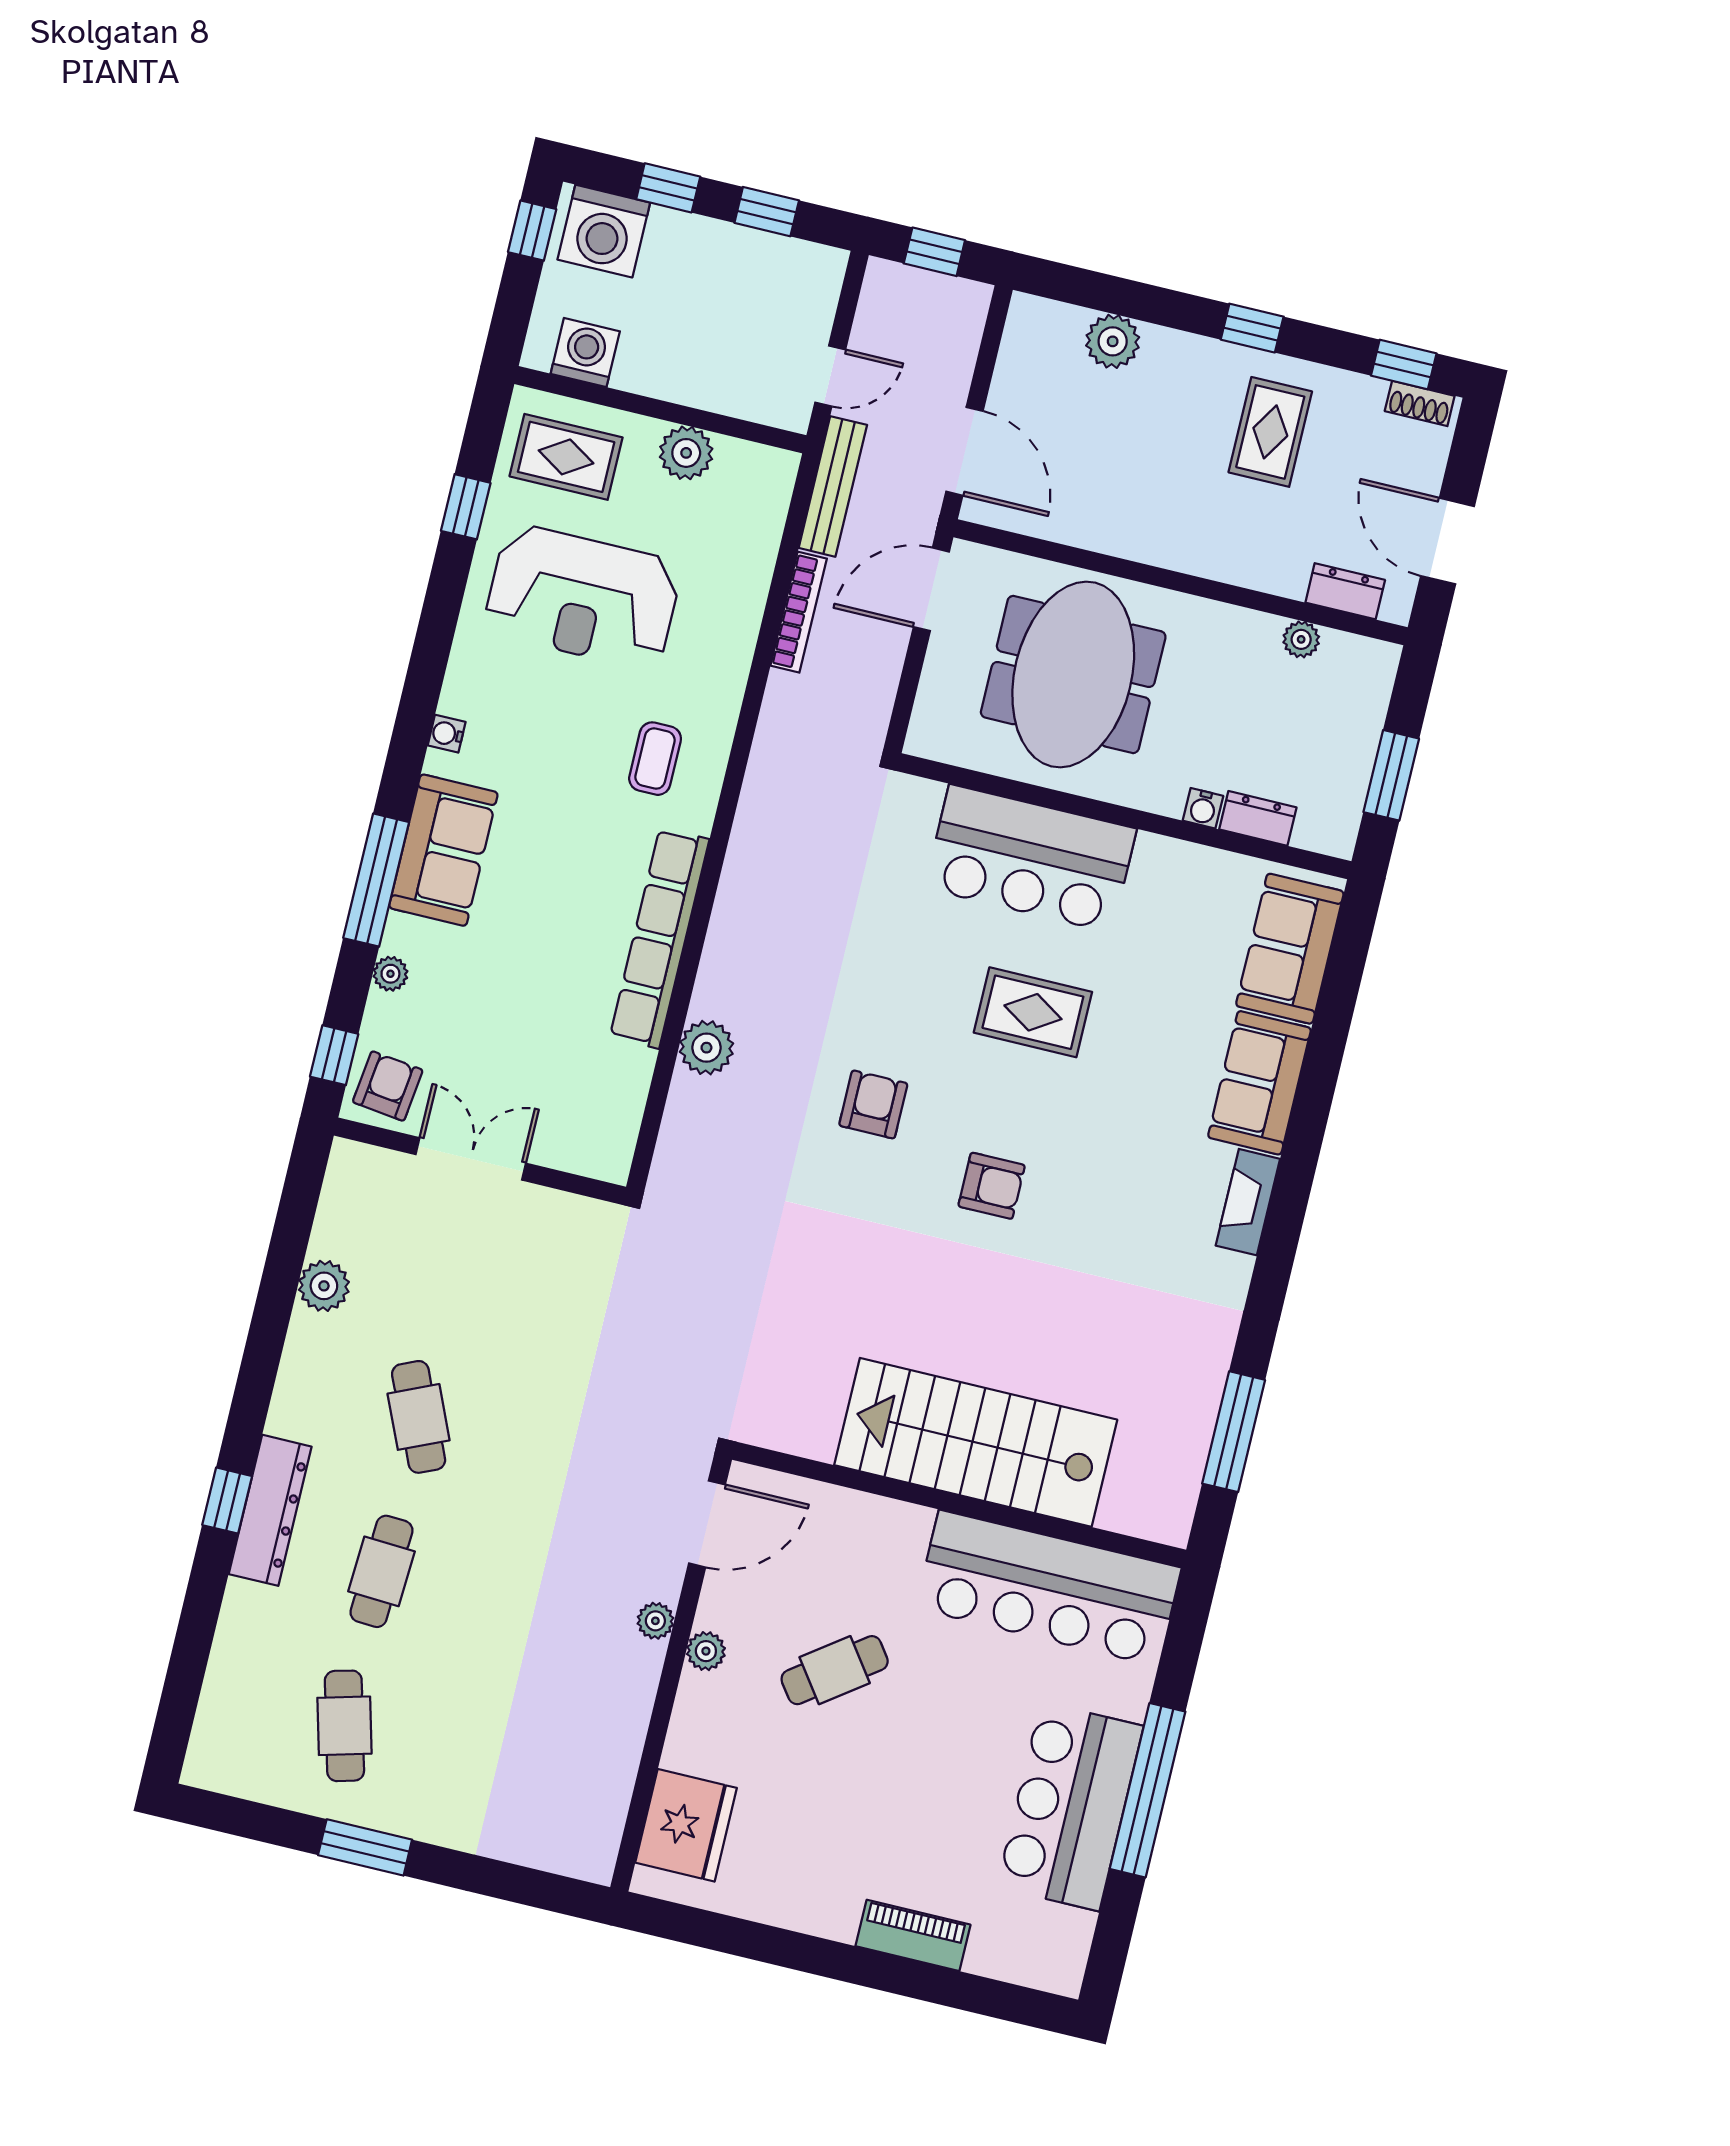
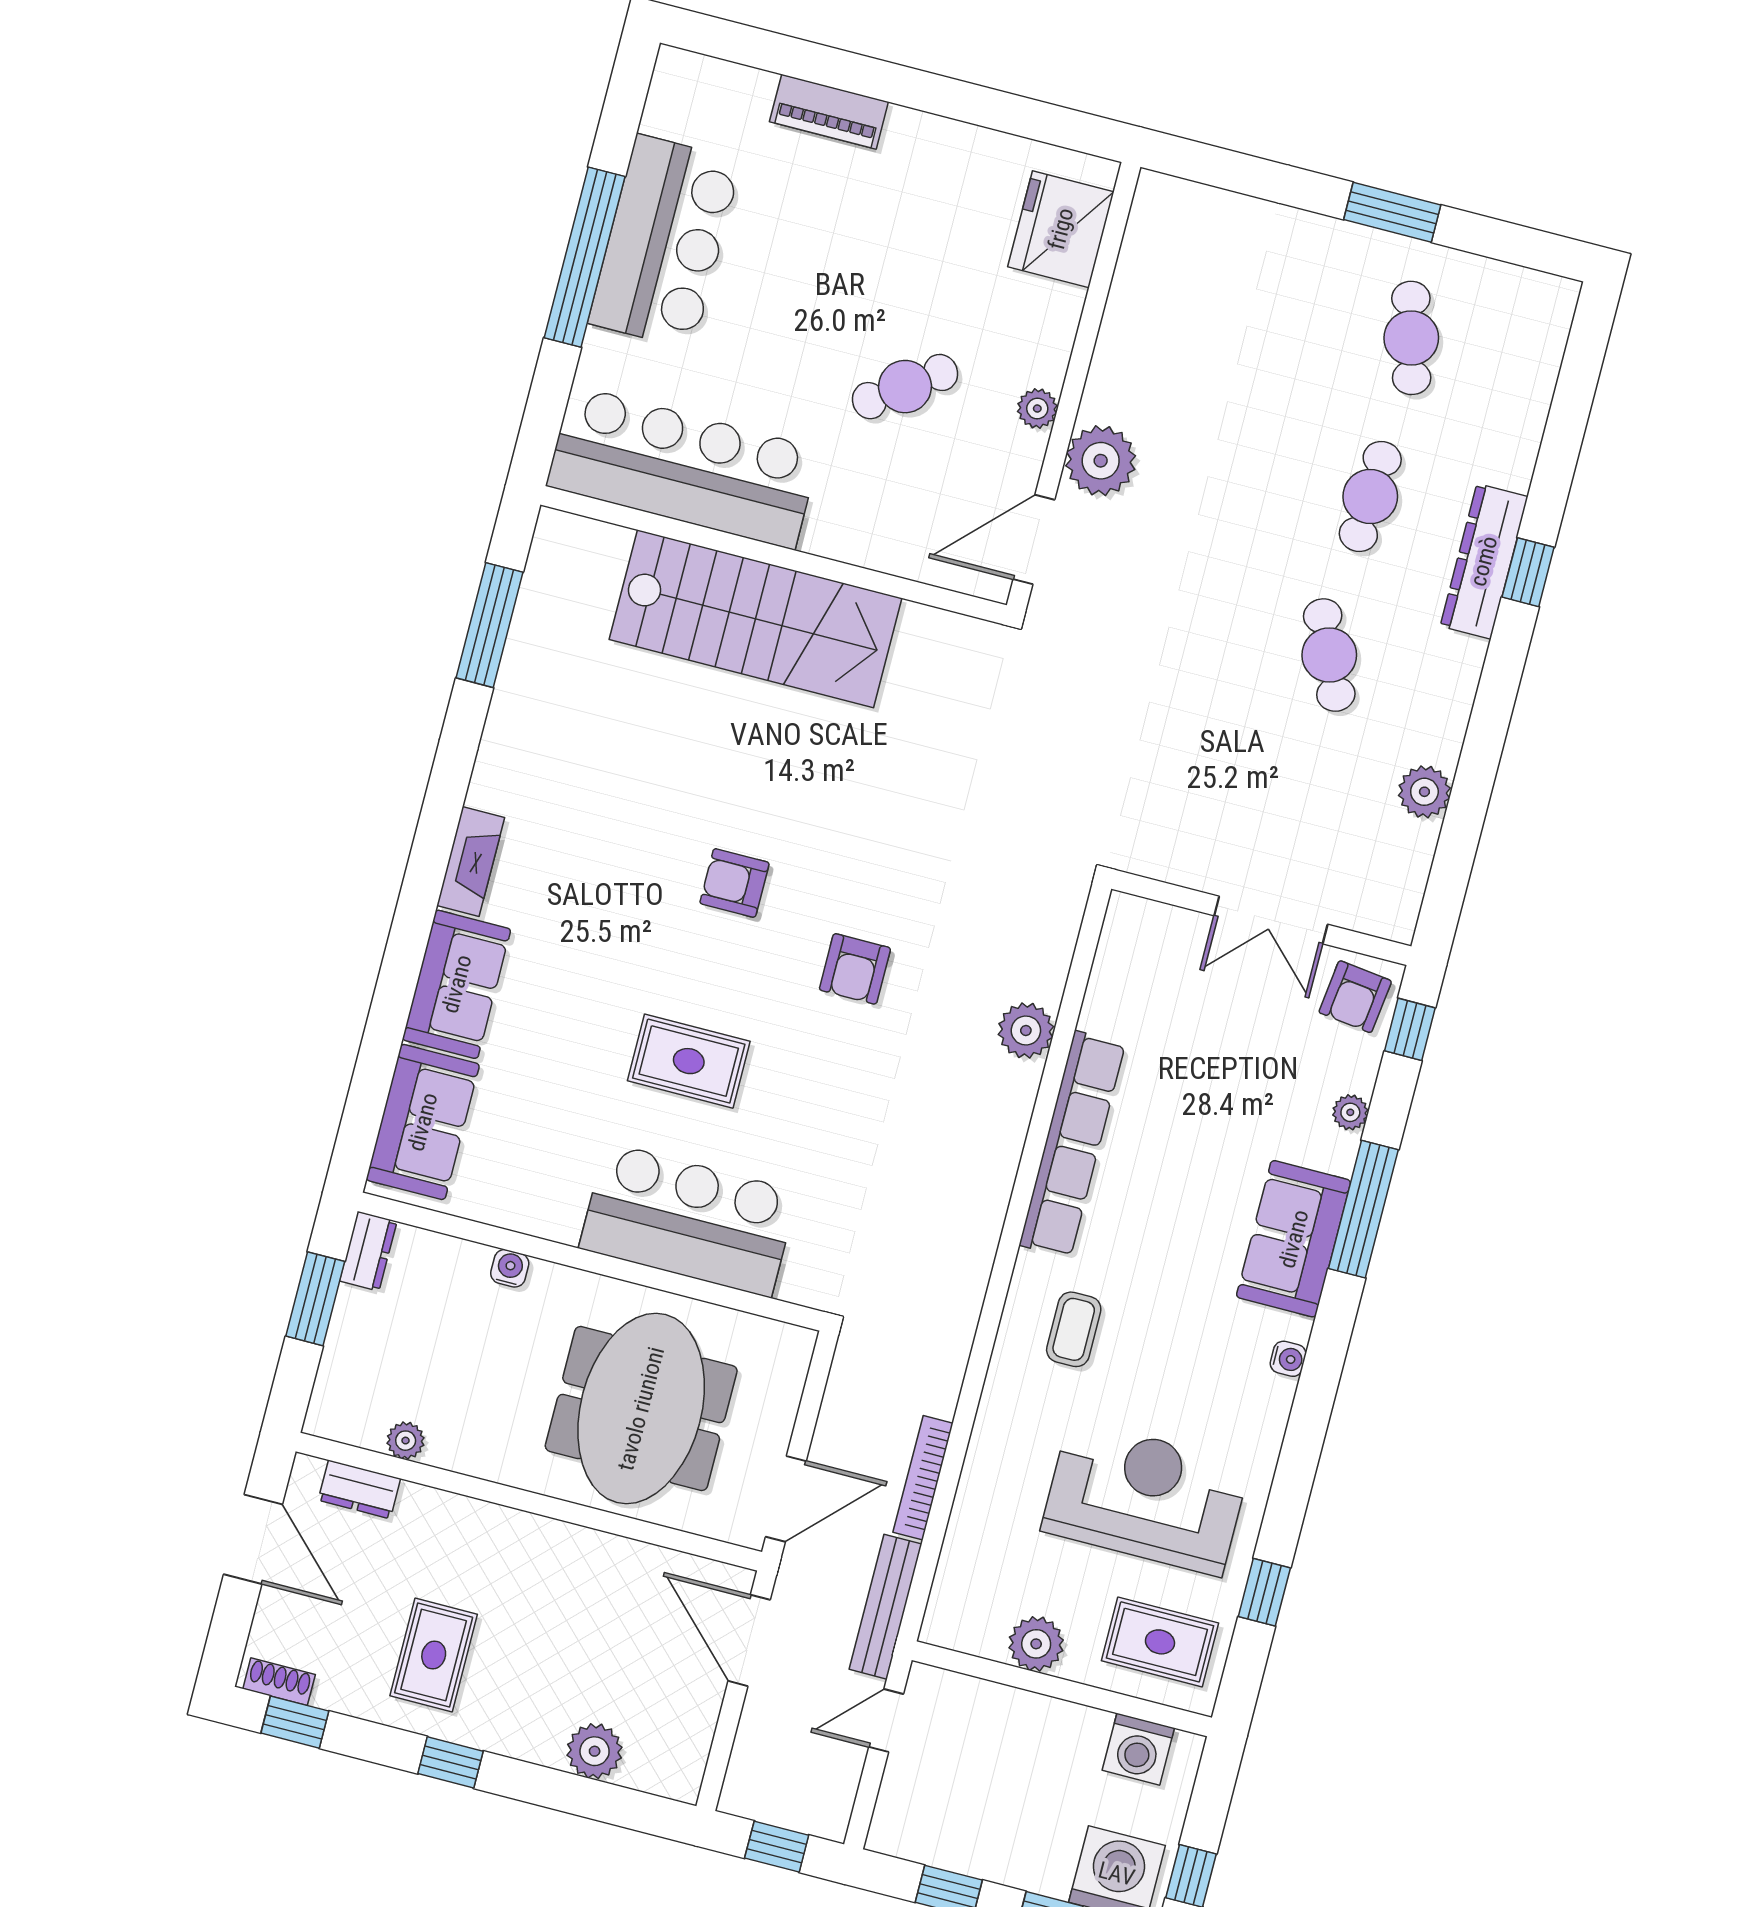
dresser: (1258, 818) -> (368, 1251), moved, turned -90
plant: (655, 1621) -> (1101, 461), width x1.87, depth x1.87

